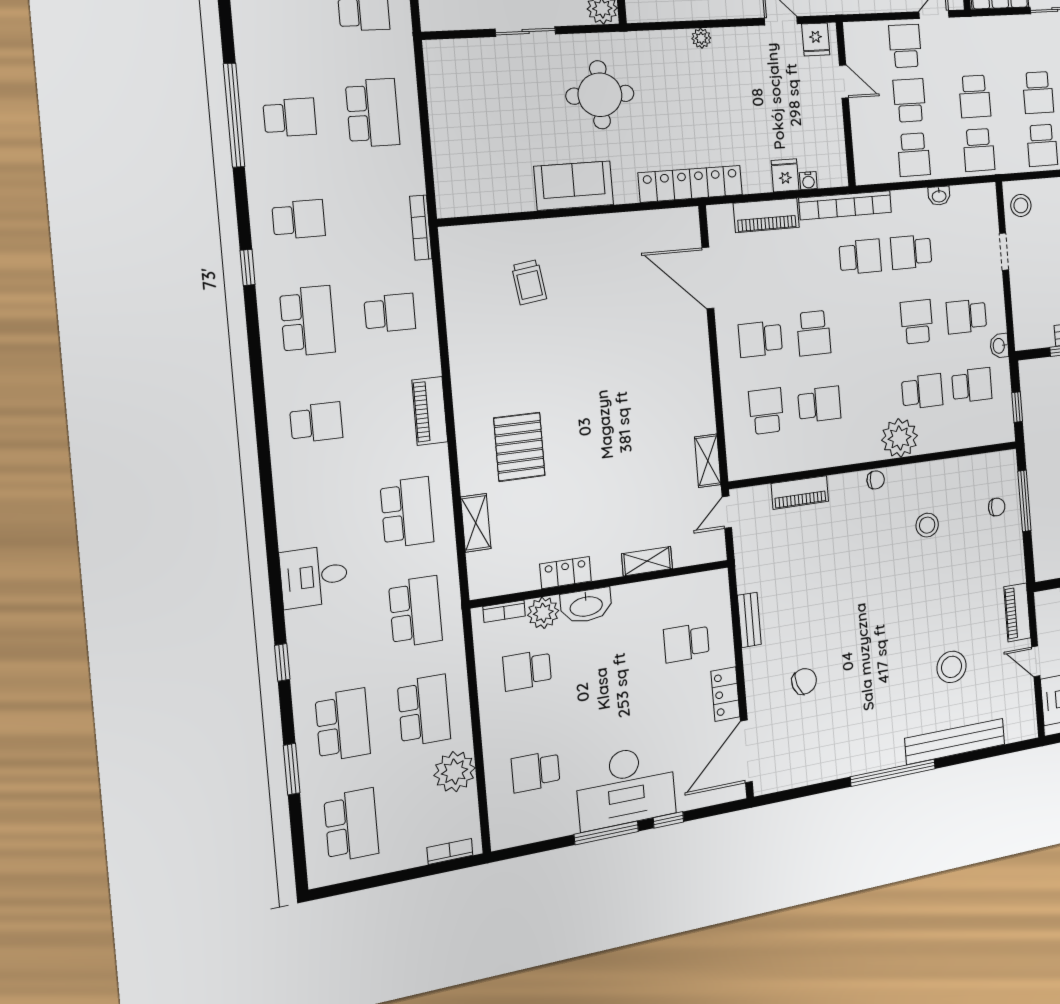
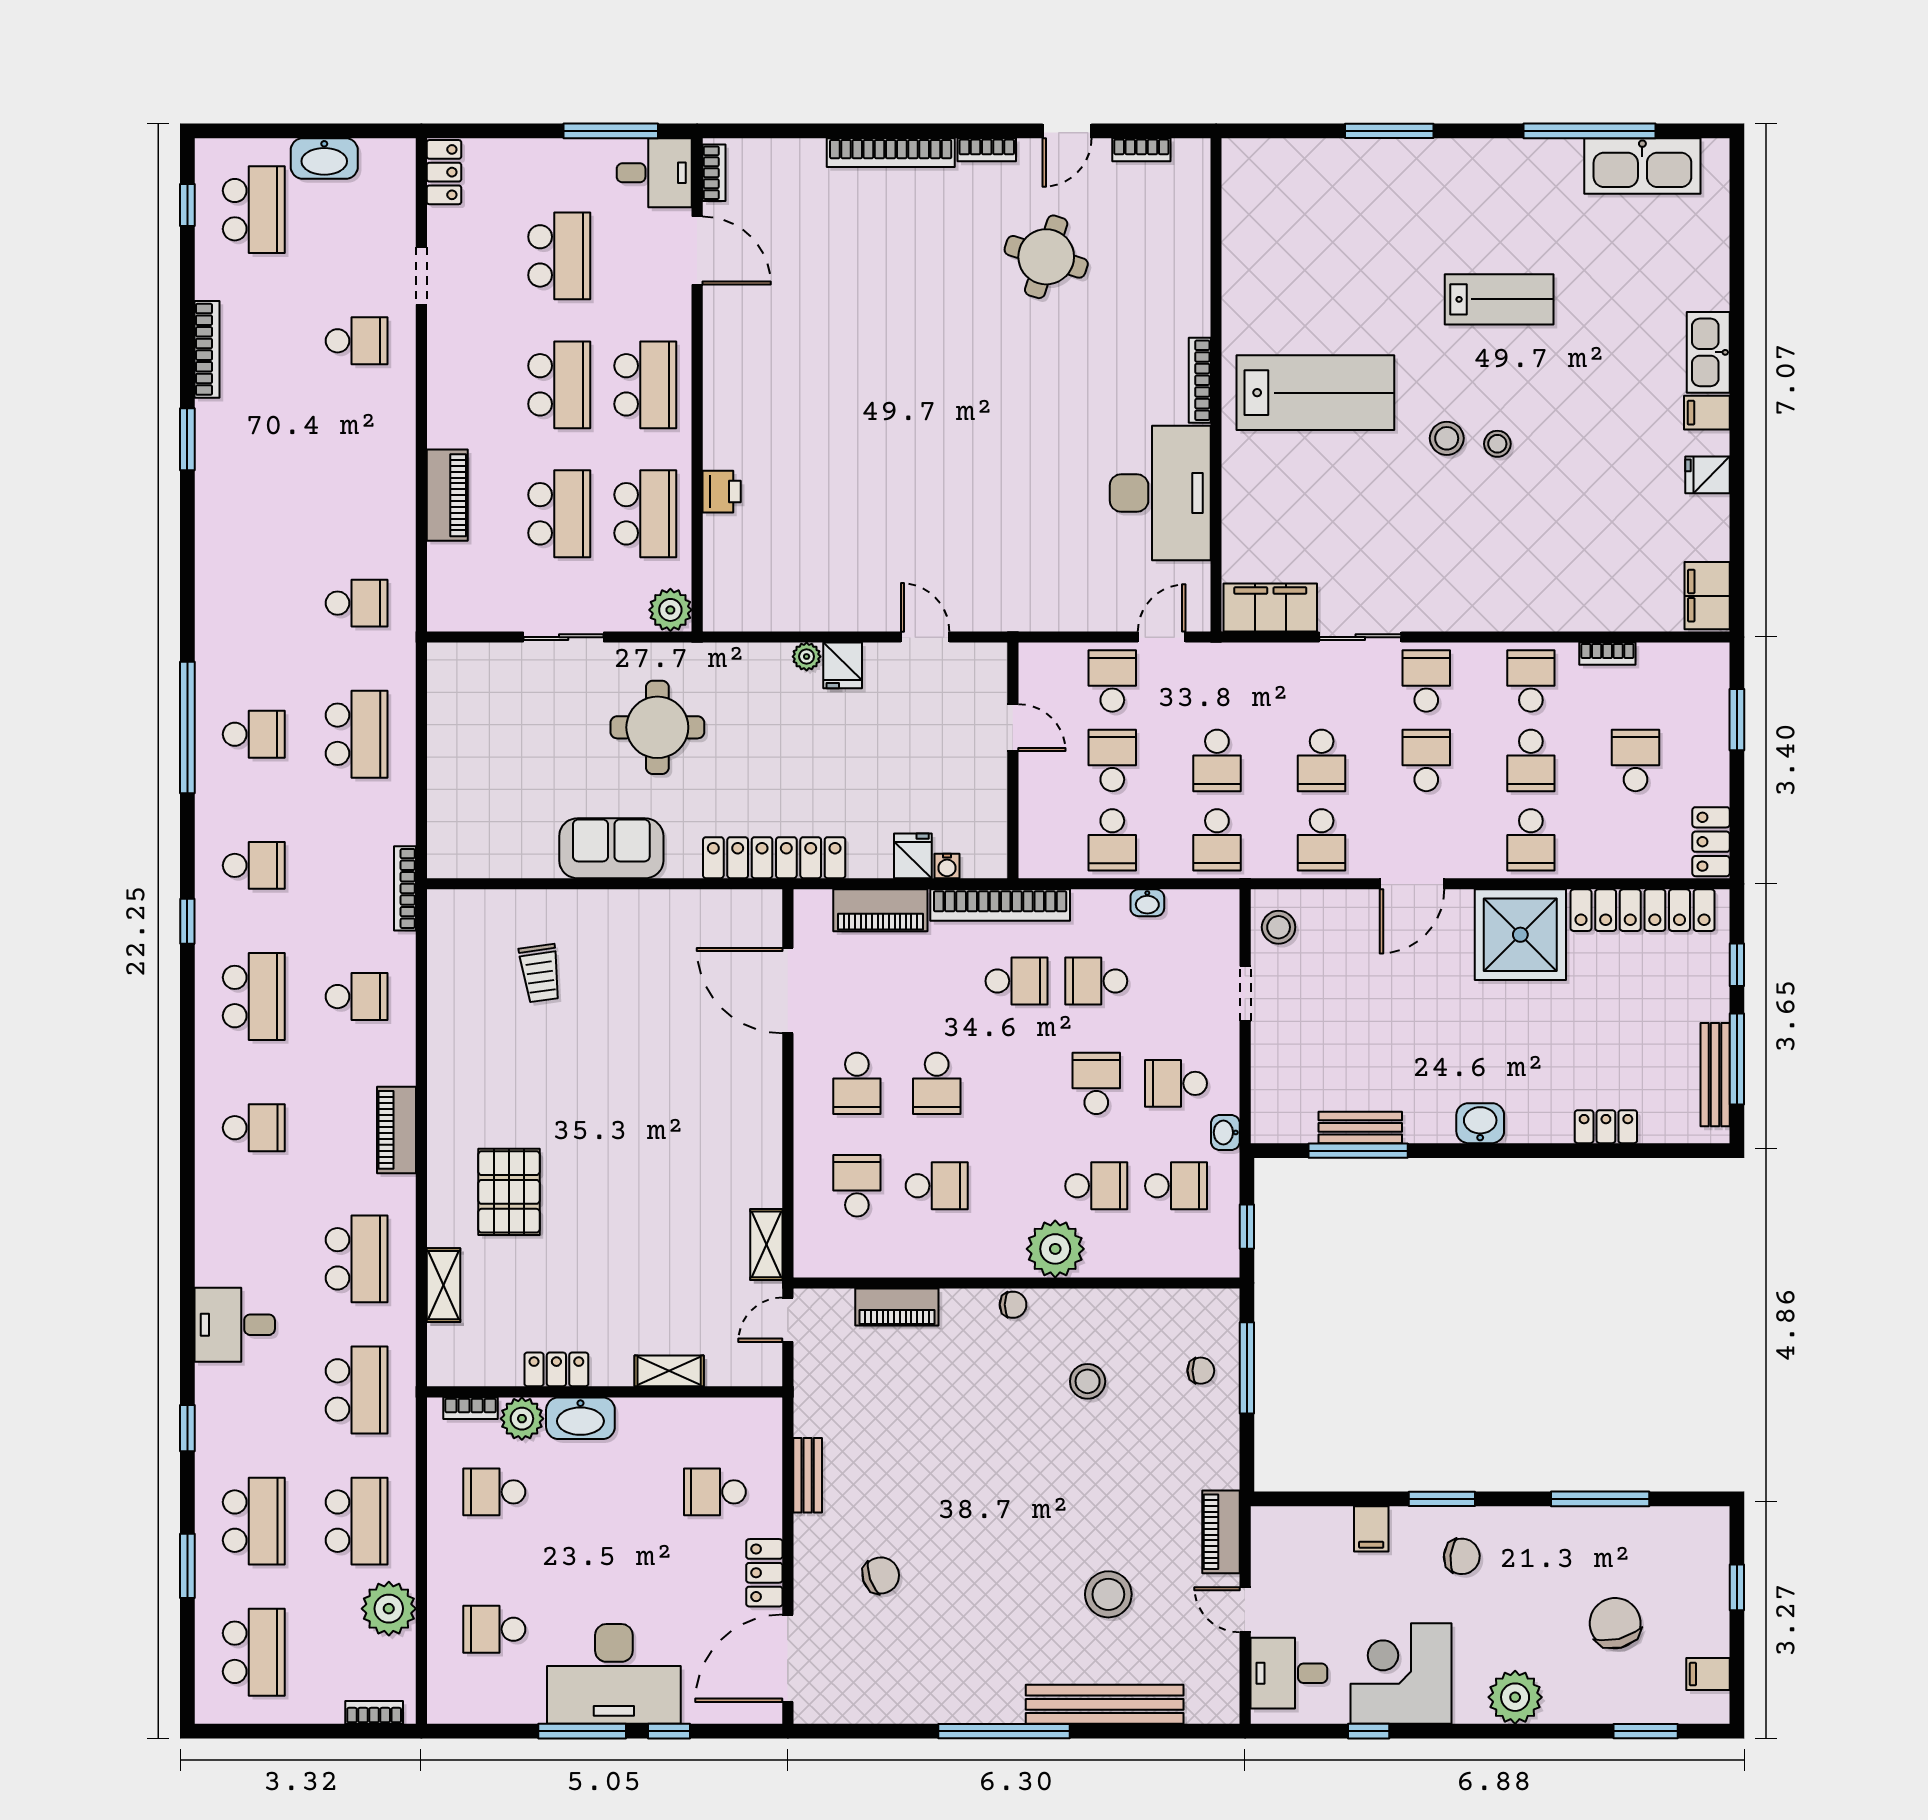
fridge: (816, 39) -> (843, 665), moved
school desk: (760, 339) -> (857, 1083), turned -90

